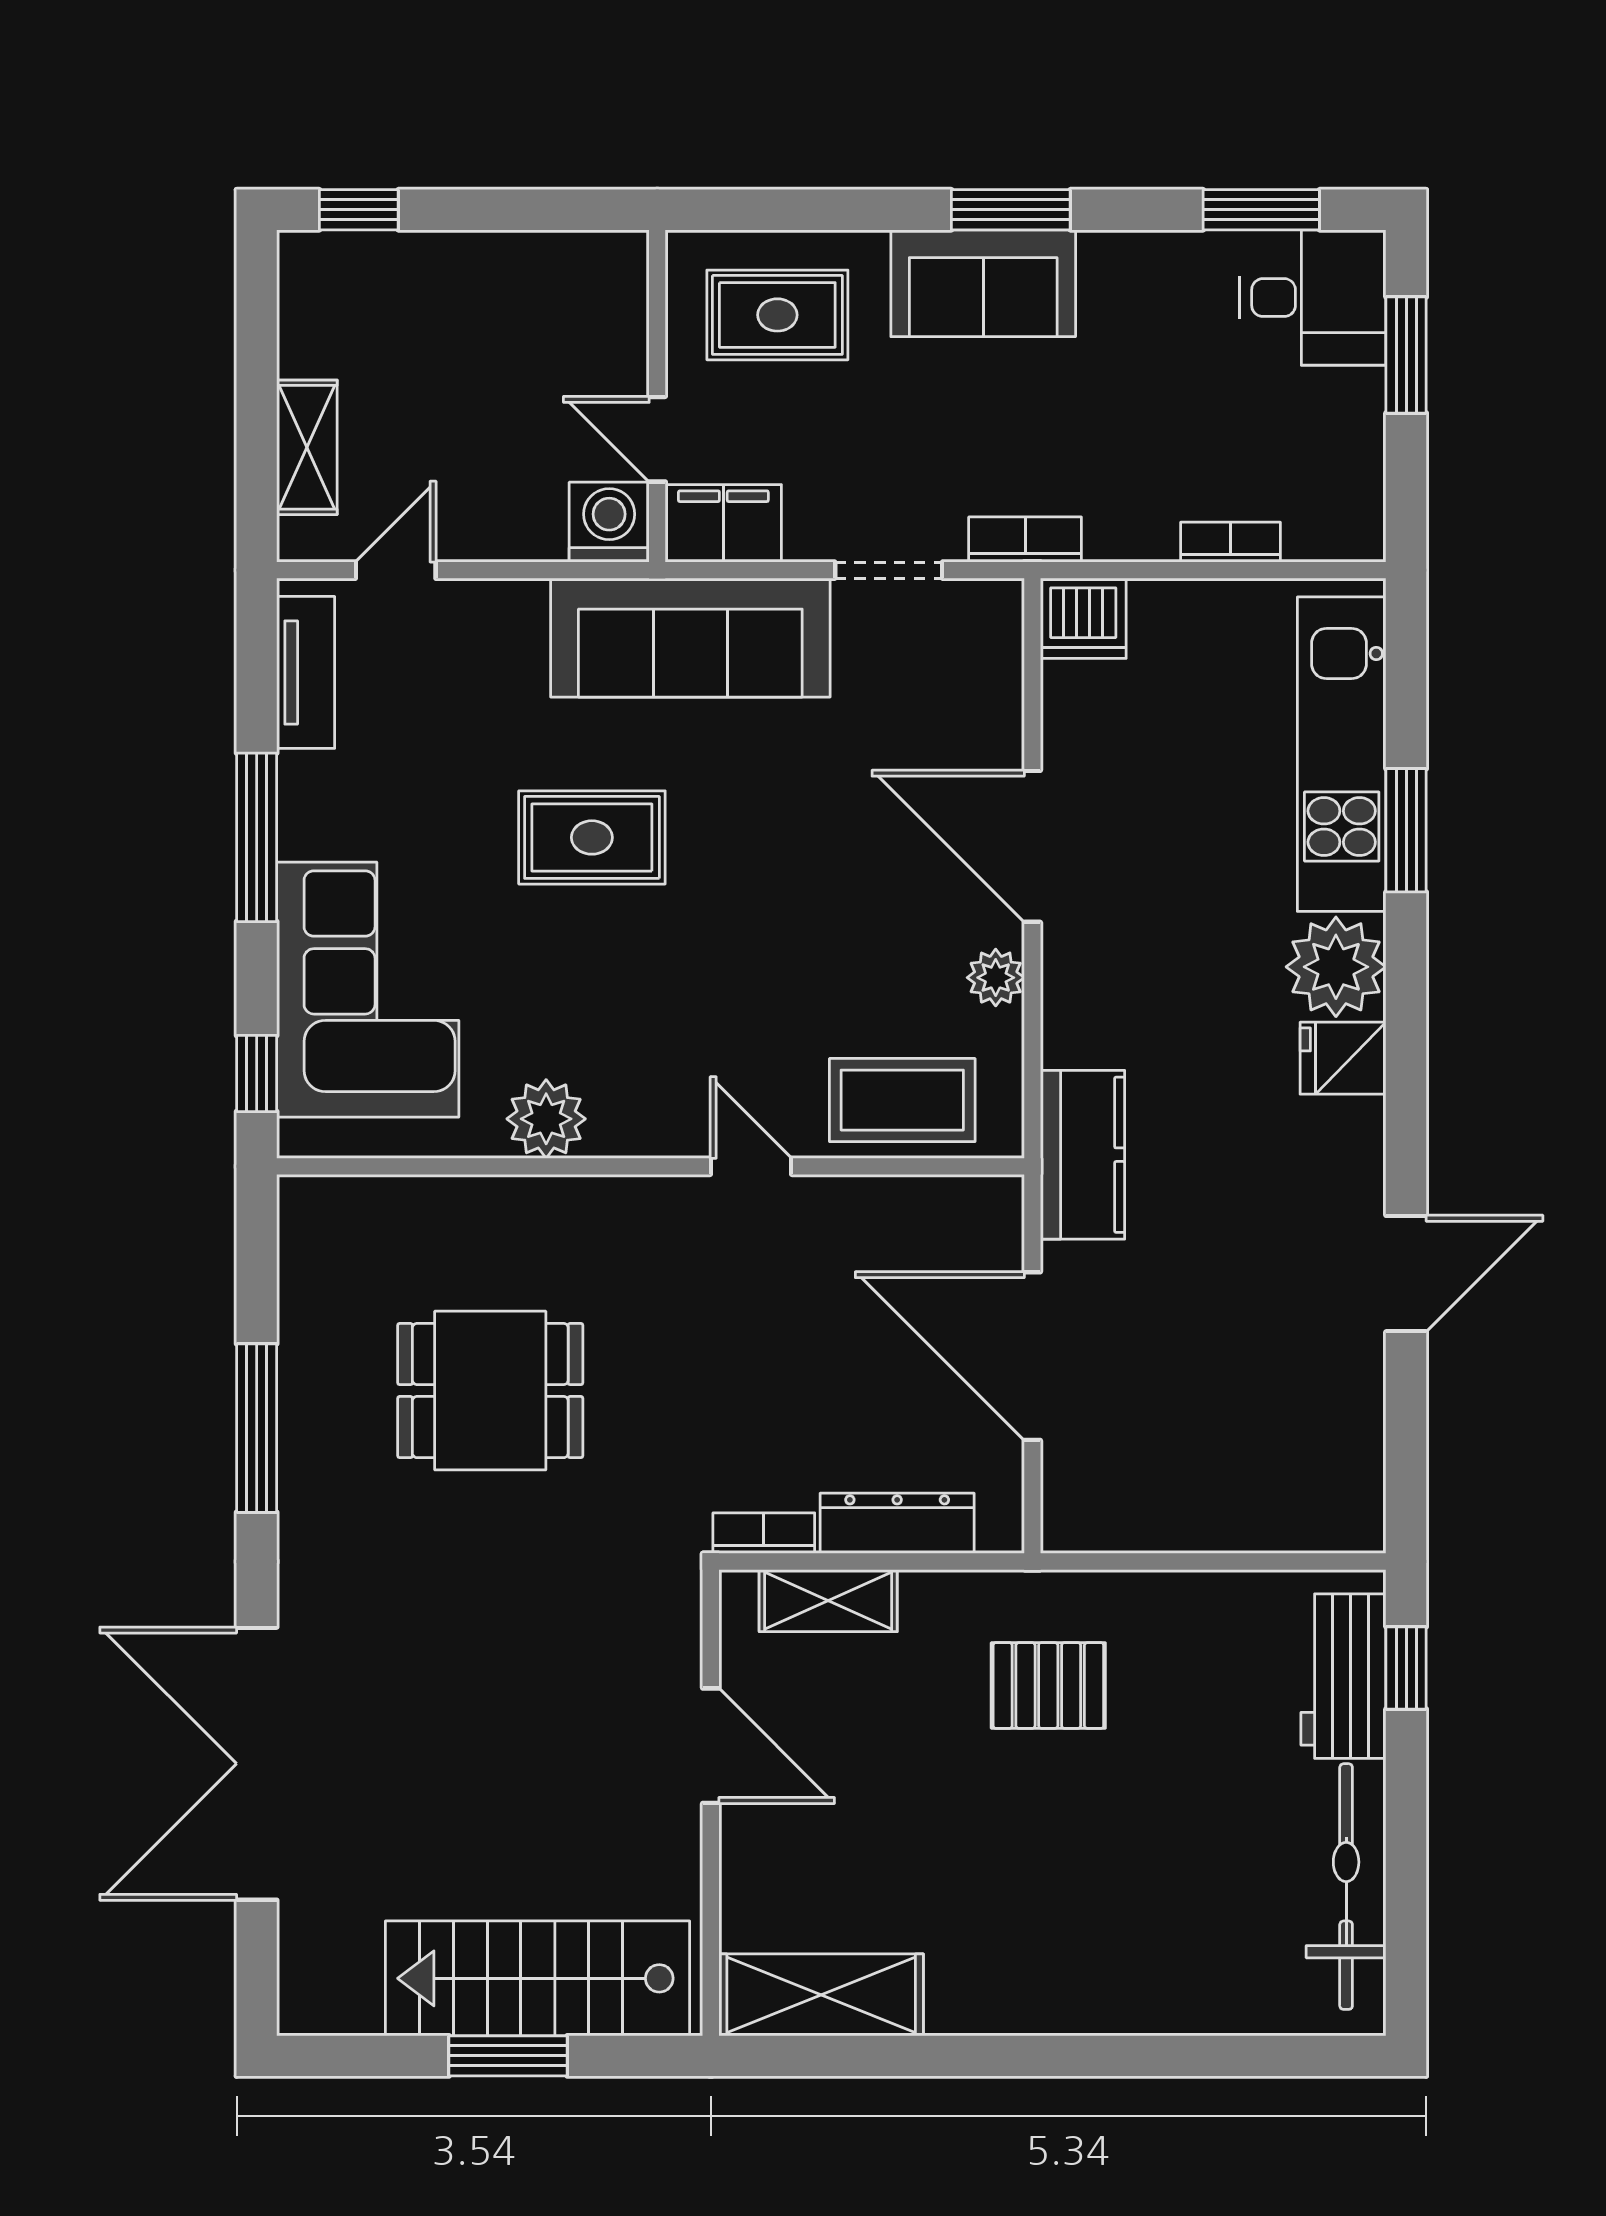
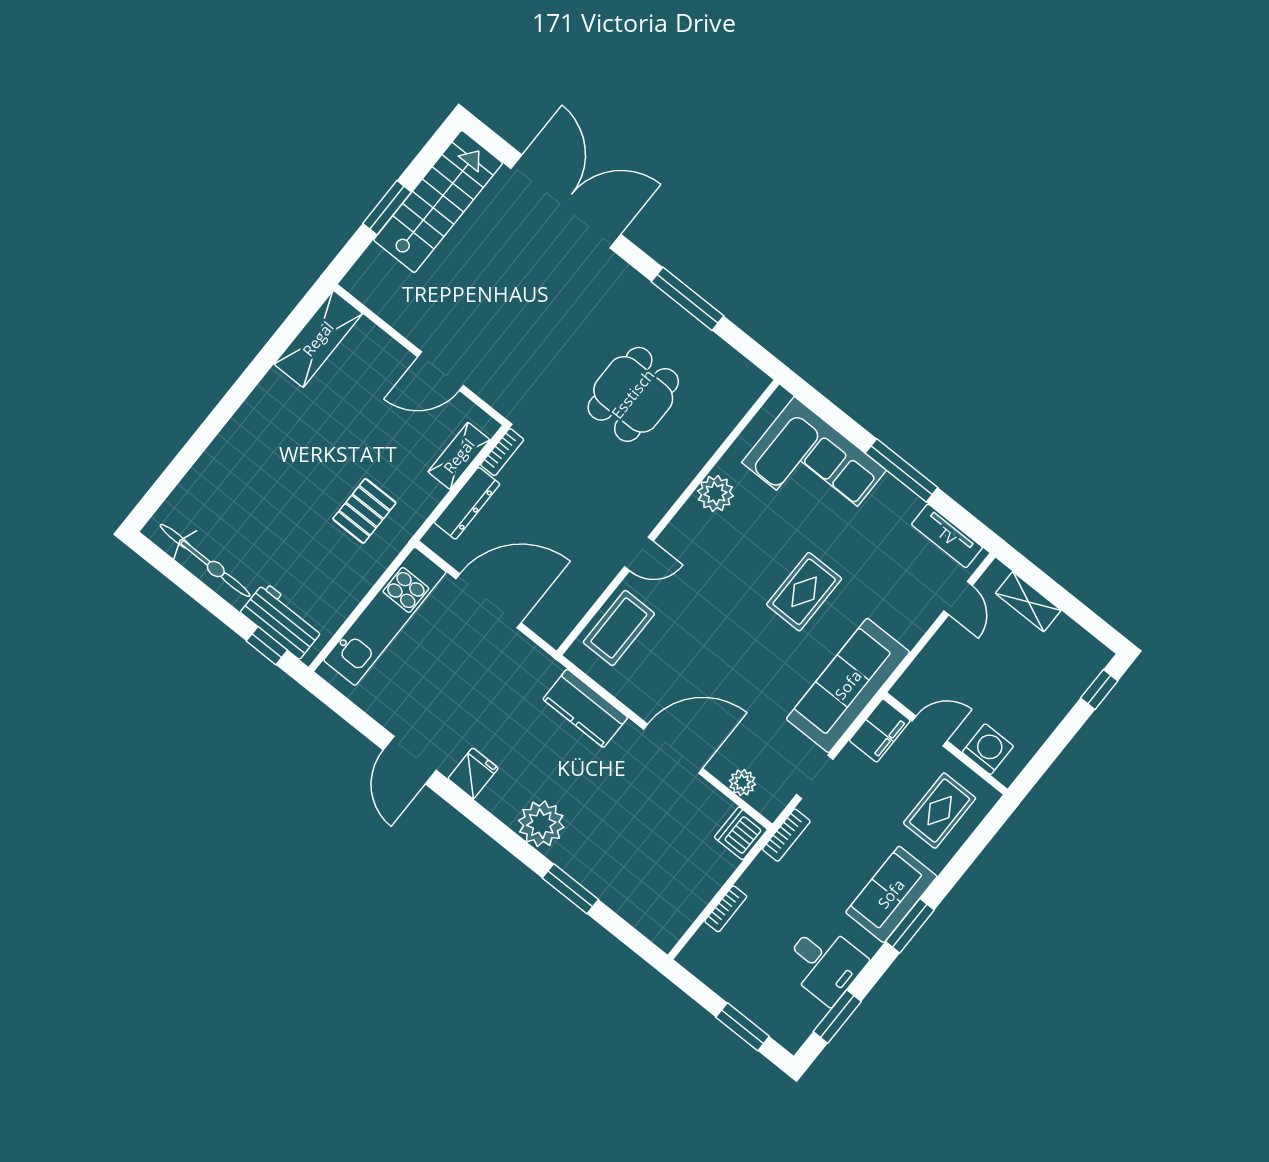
desk: (1313, 298) -> (824, 963), moved, turned -90
washing machine: (609, 522) -> (988, 749), moved, turned -90
kitchen unit: (1342, 754) -> (385, 616), moved, turned 90
plant: (996, 978) -> (742, 783), moved
fridge: (1343, 1058) -> (473, 773), moved
window: (257, 1074) -> (816, 402), removed
kitchen counter: (1083, 1155) -> (585, 708), moved
stairs: (537, 1978) -> (438, 201), moved

